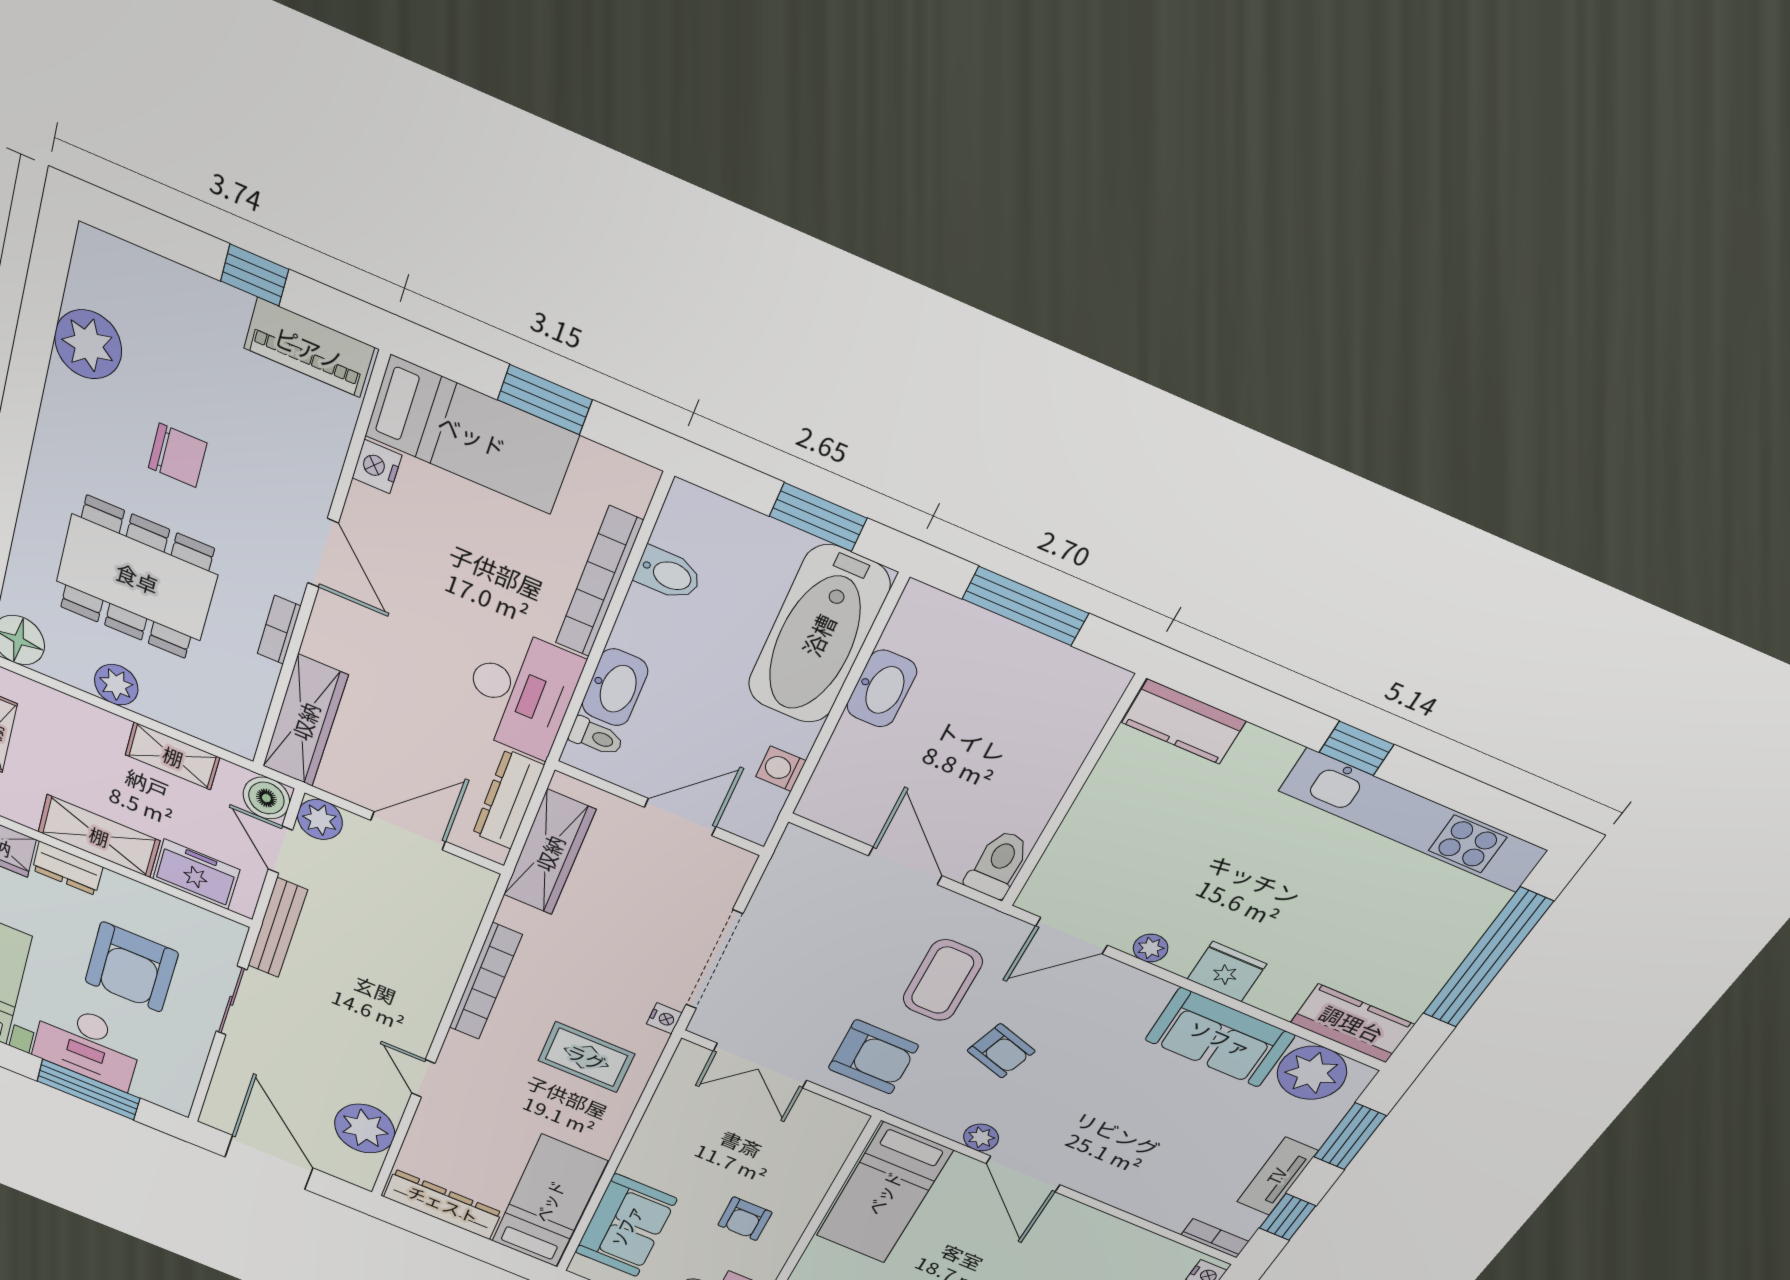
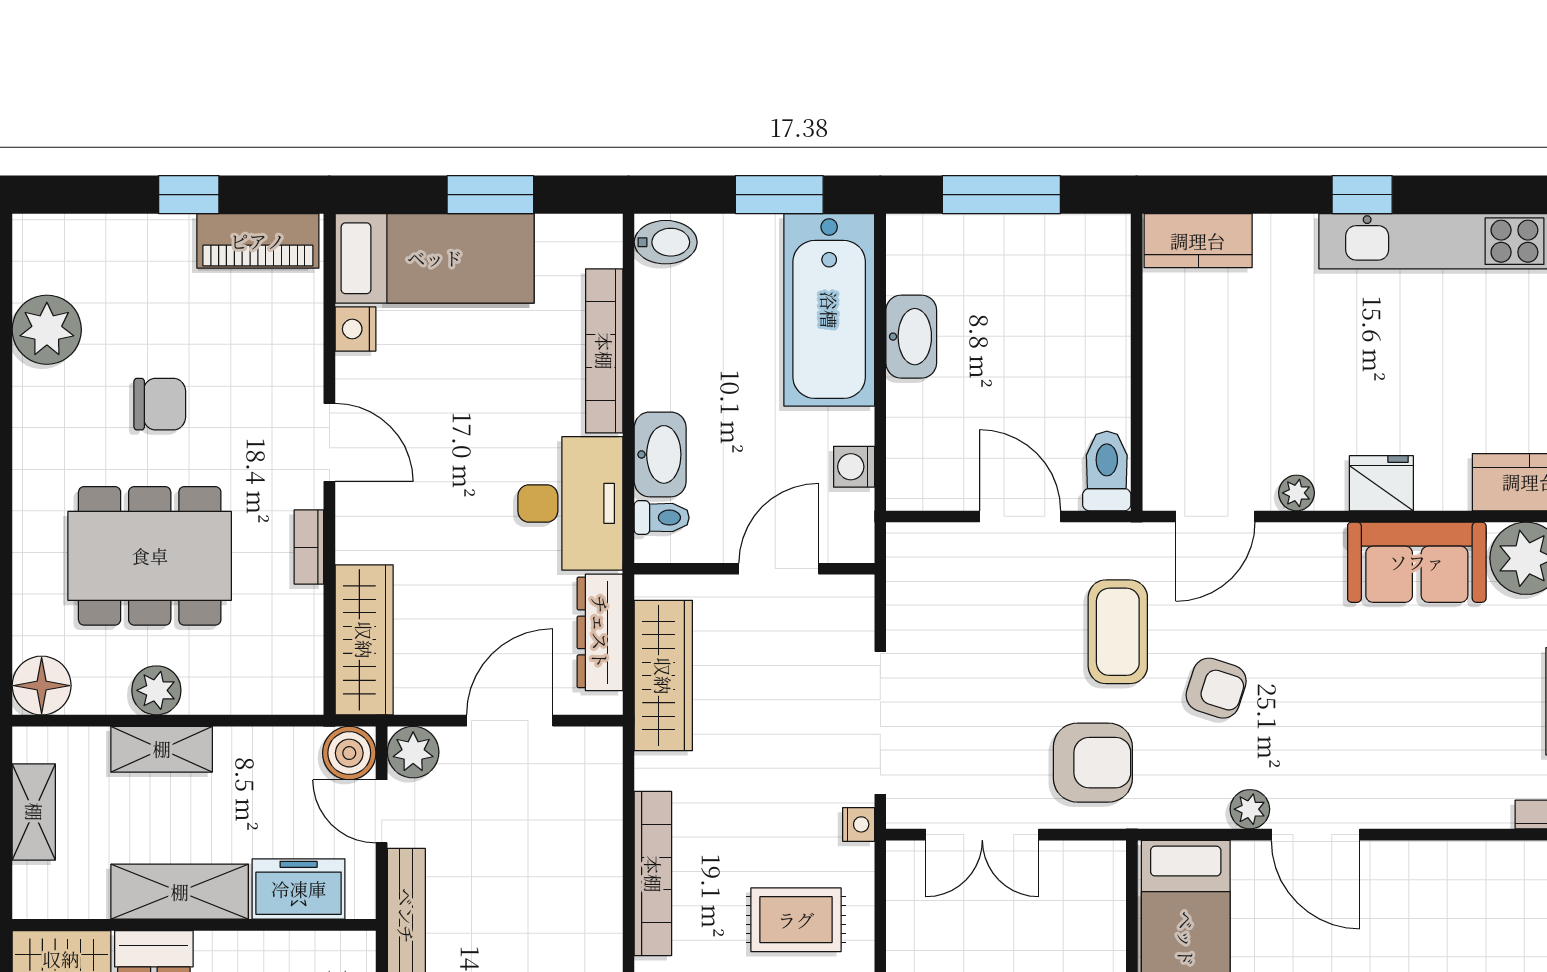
bidet: (668, 574) -> (666, 242), moved
shelving: (173, 756) -> (162, 749), moved

